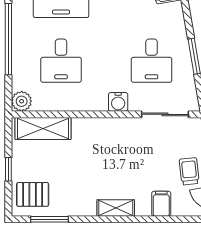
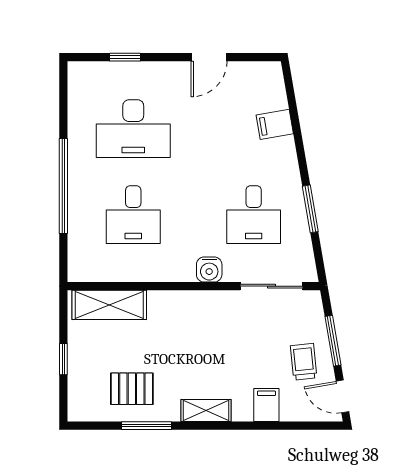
plant: (22, 101) -> (81, 269), removed
pallet: (33, 194) -> (132, 389), moved
window: (50, 219) -> (146, 426), moved

